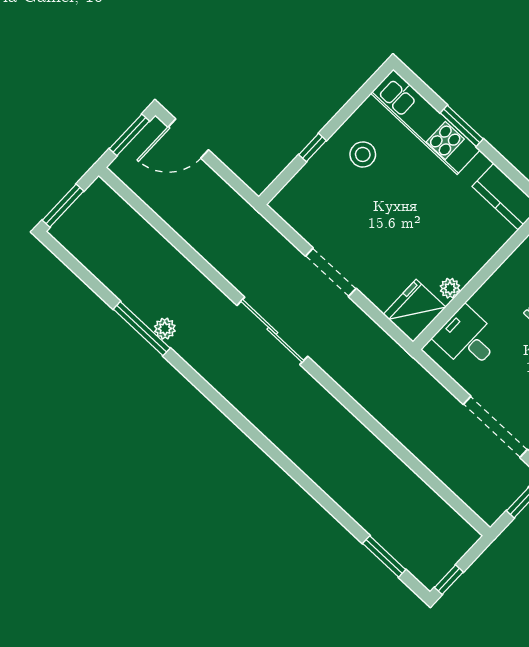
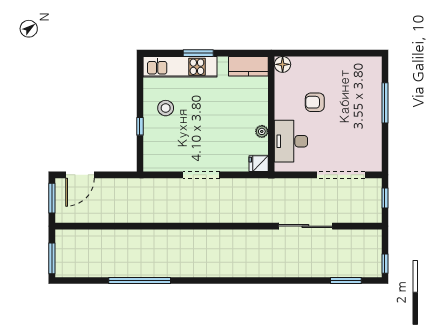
fridge: (415, 311) -> (259, 164), width x0.53, depth x0.75
window: (142, 329) -> (140, 281), width x1.46
plant: (165, 329) -> (150, 271), removed
sliding door: (272, 331) -> (305, 226), moved
desk: (467, 339) -> (291, 141), width x1.37

